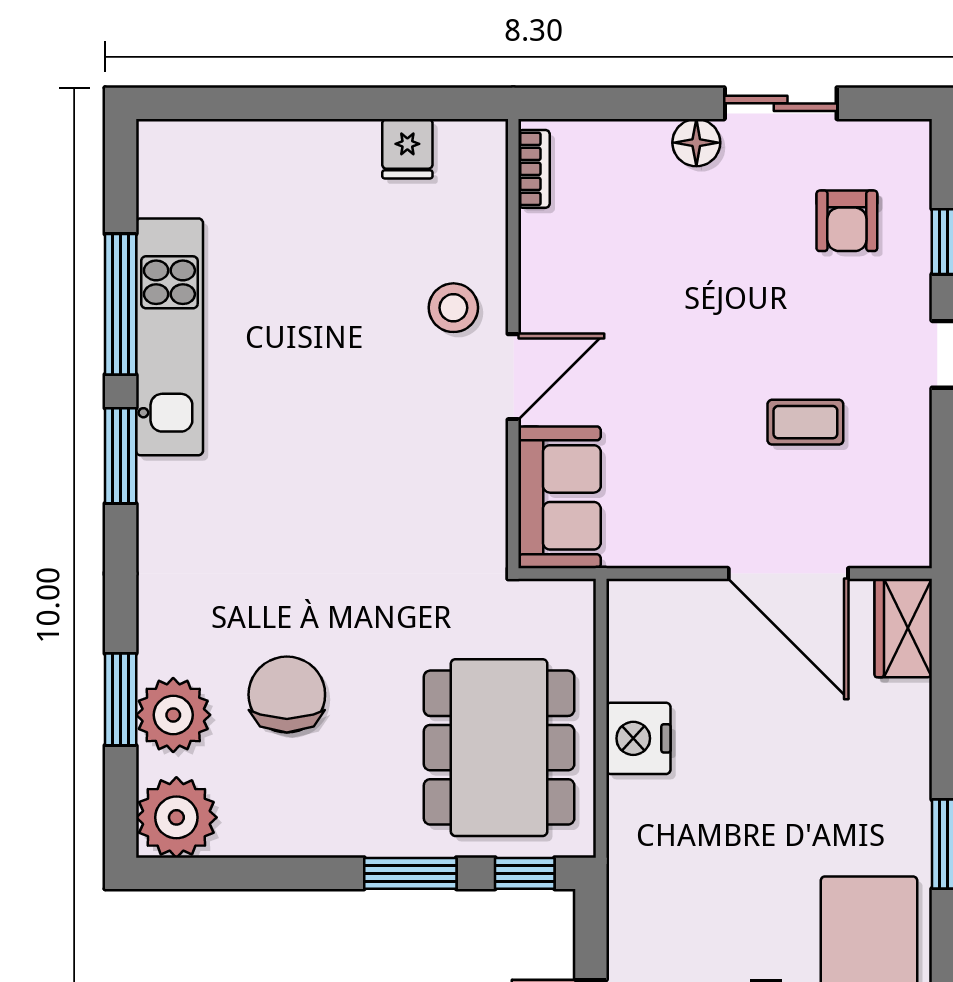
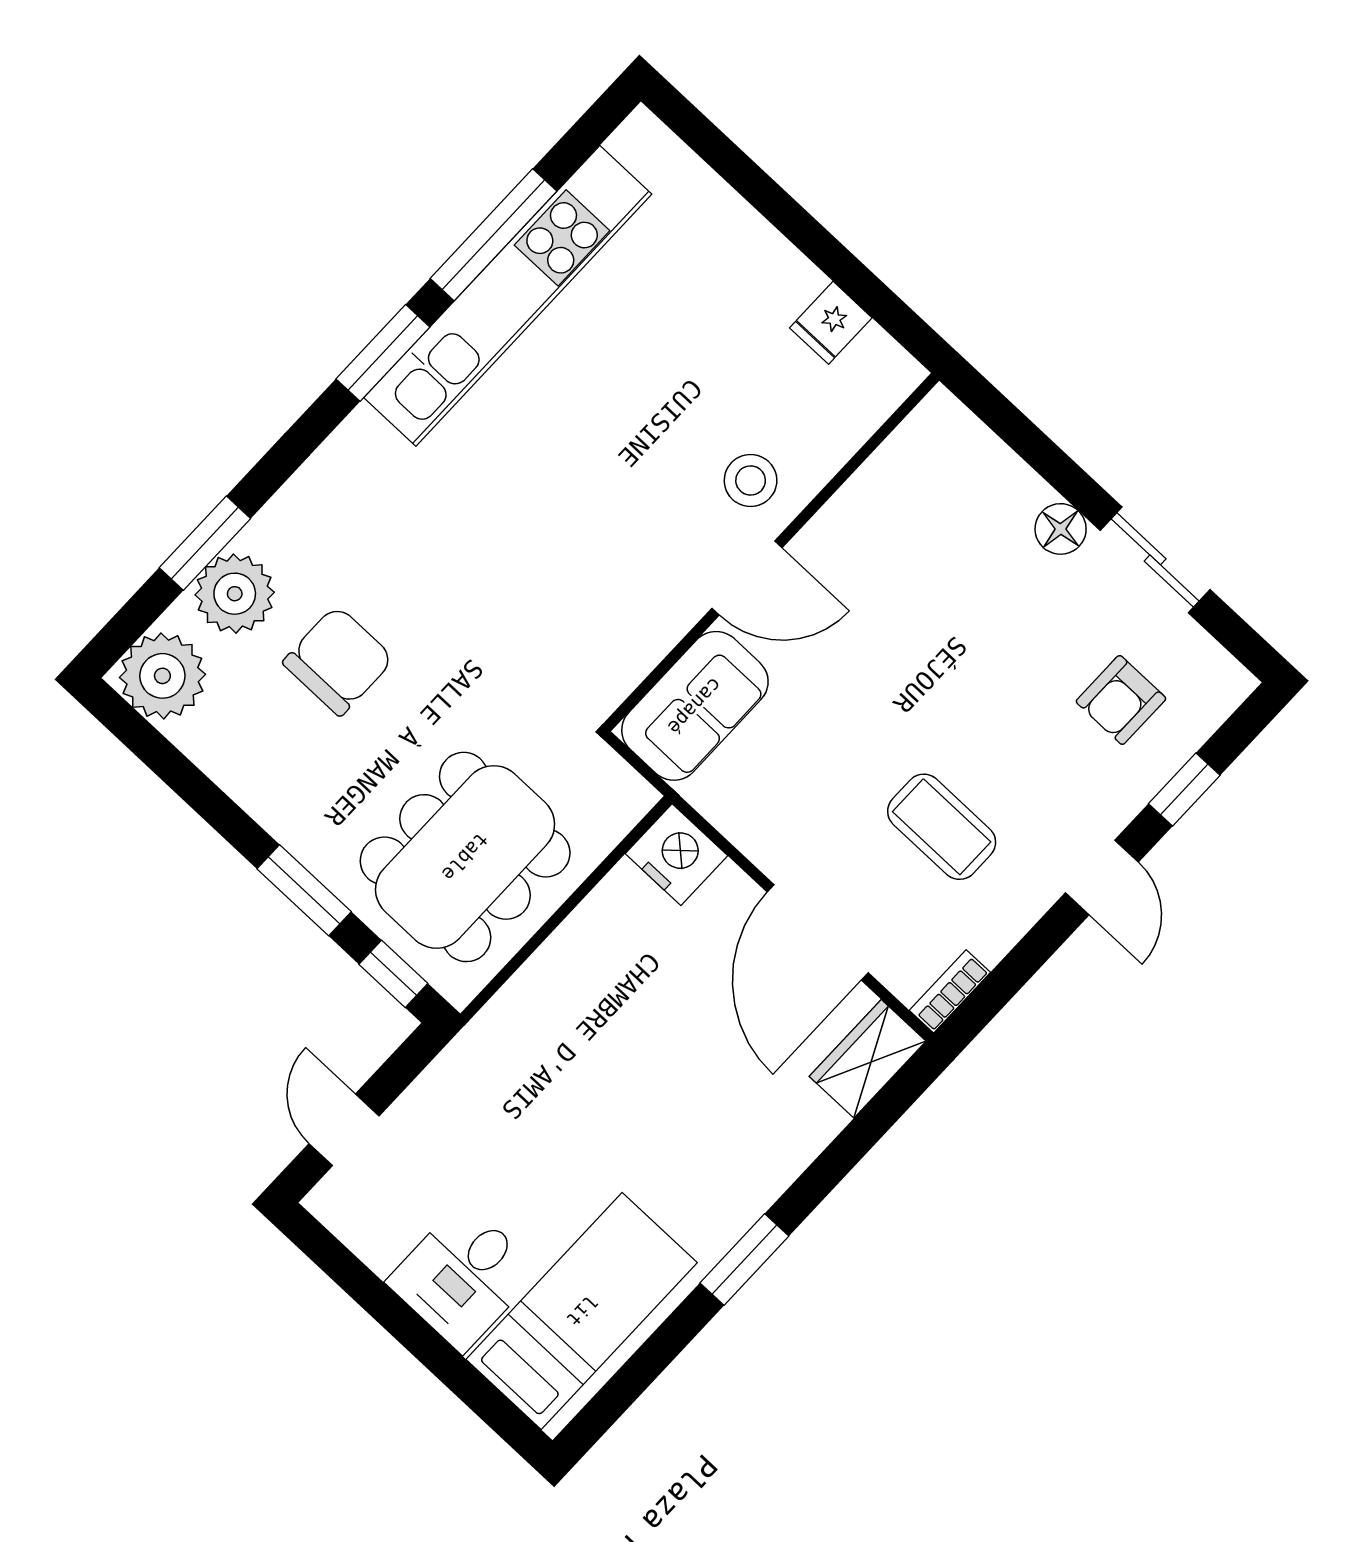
bookcase: (534, 169) -> (950, 991), moved, turned 180
kitchen unit: (169, 337) -> (508, 296), width x1.36
coffee table: (805, 422) -> (942, 827), width x1.36, depth x1.30
nightstand: (638, 738) -> (676, 855), moved, turned 90

